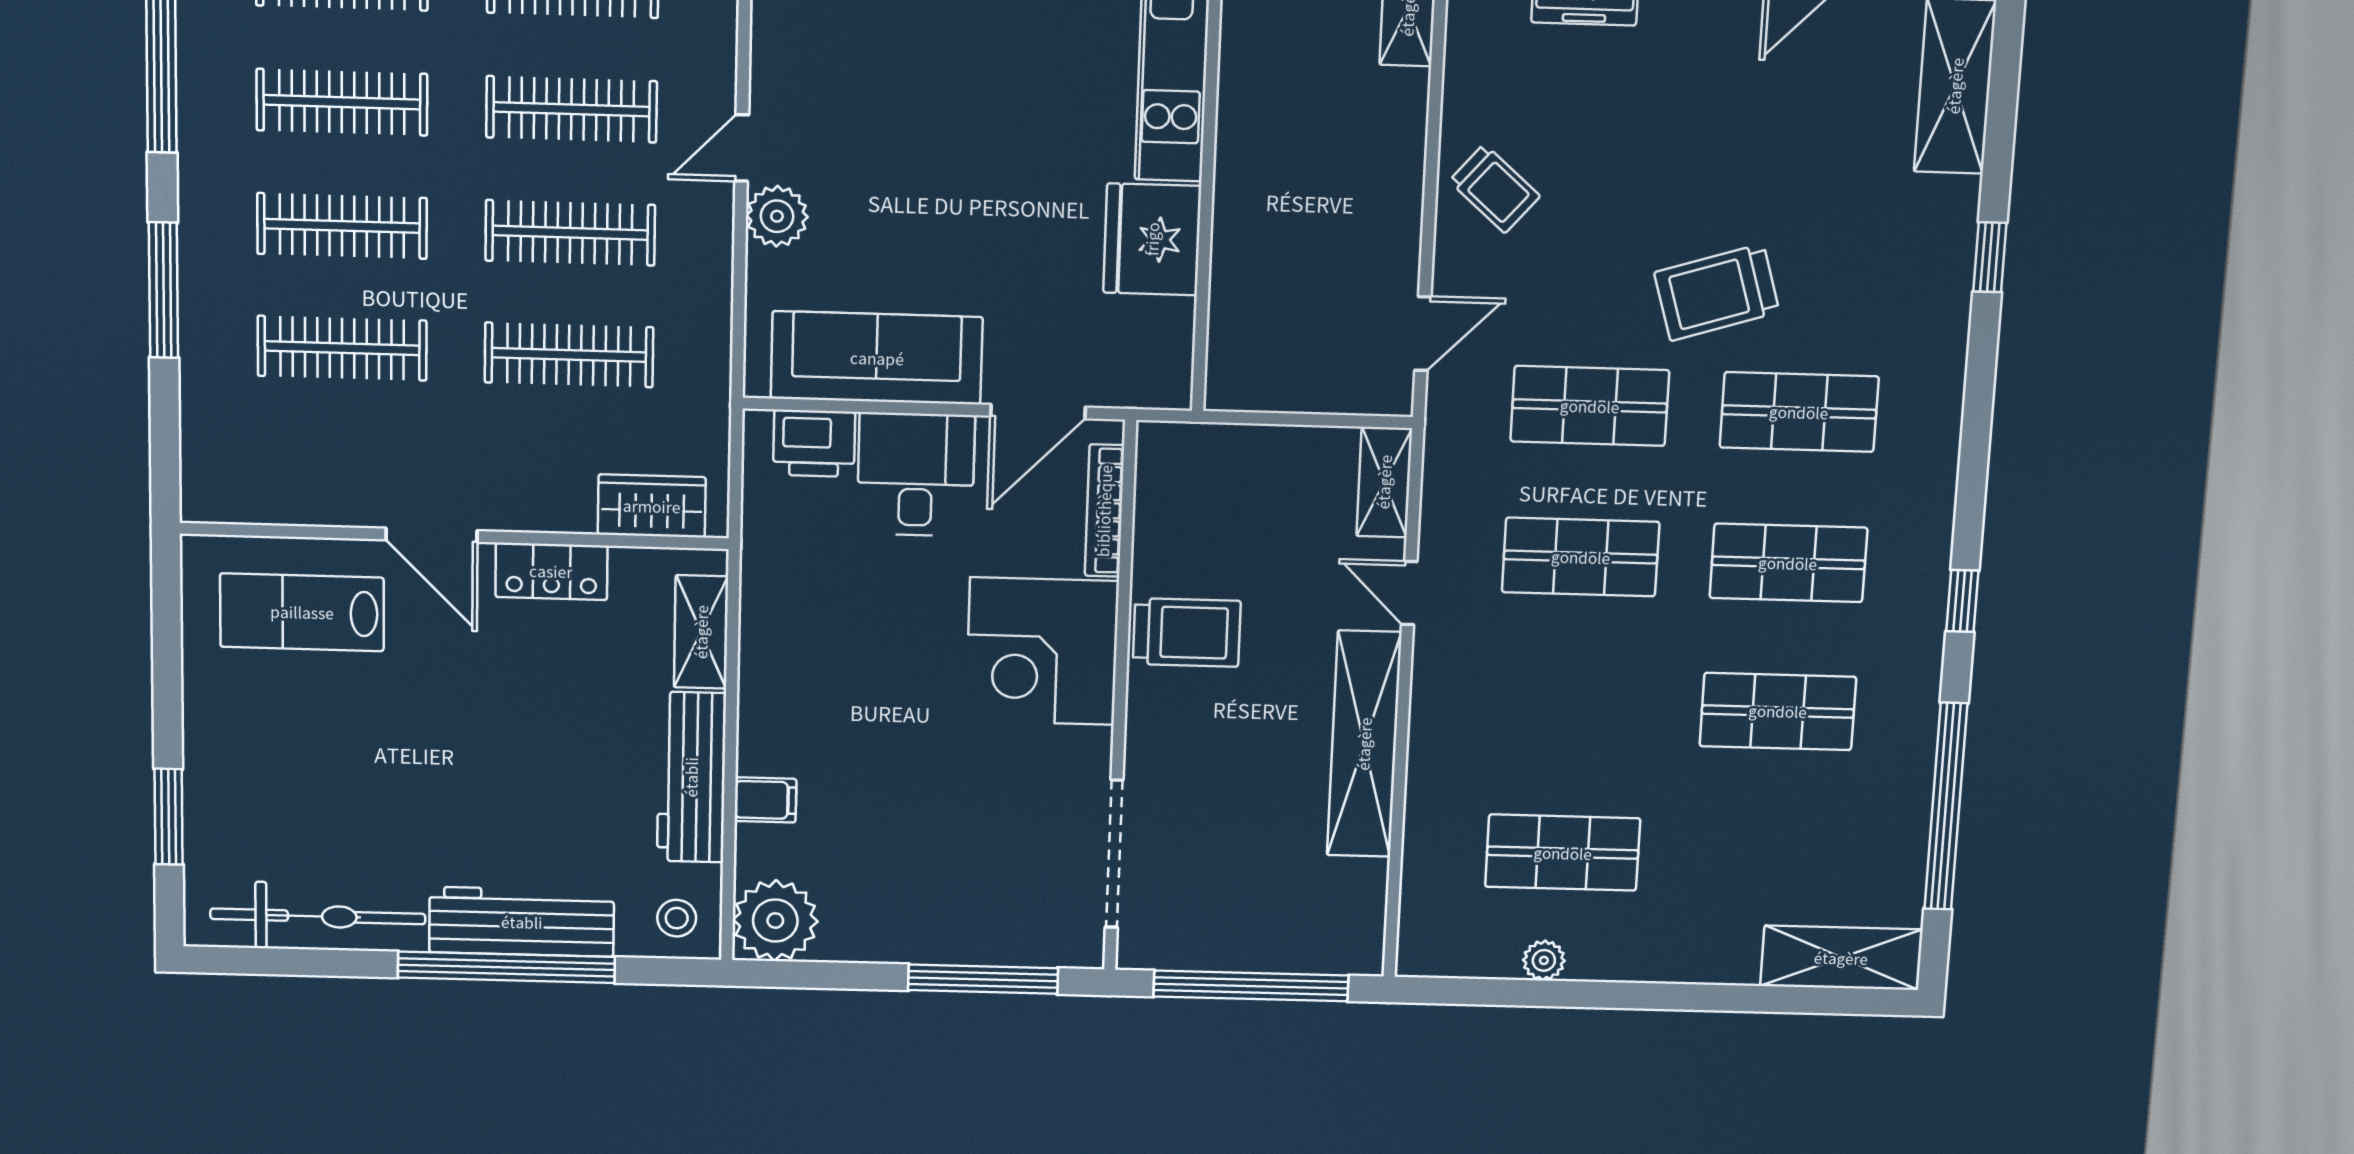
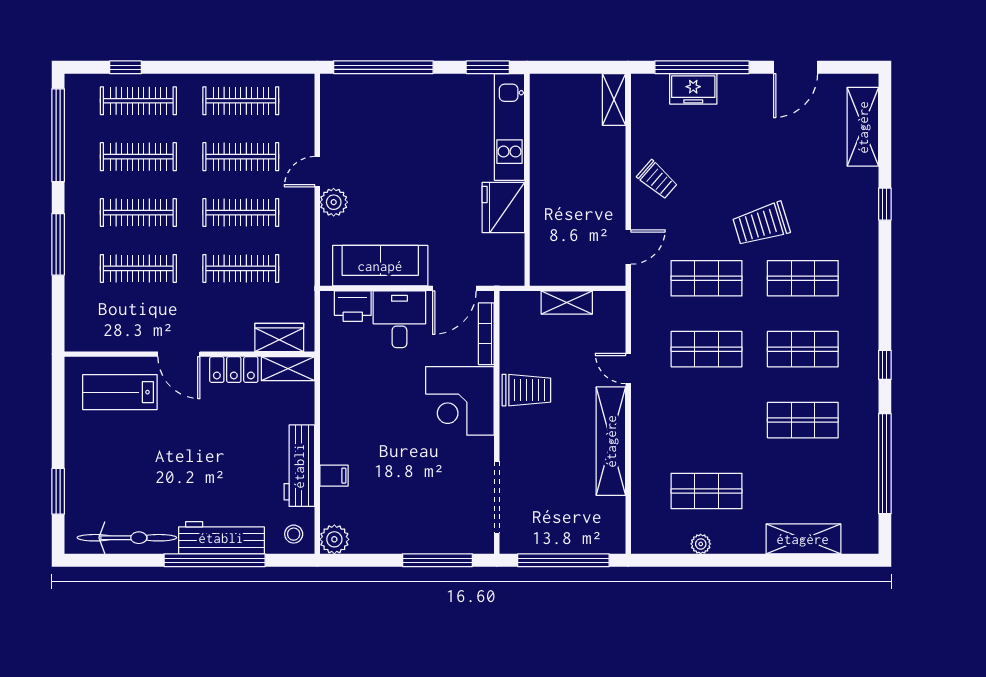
shelving: (1384, 482) -> (567, 302), moved, turned 90
shelving: (701, 632) -> (288, 369), moved, turned 90
plant: (775, 921) -> (334, 539), width x0.73, depth x0.73
shelving: (1841, 958) -> (803, 539), moved

